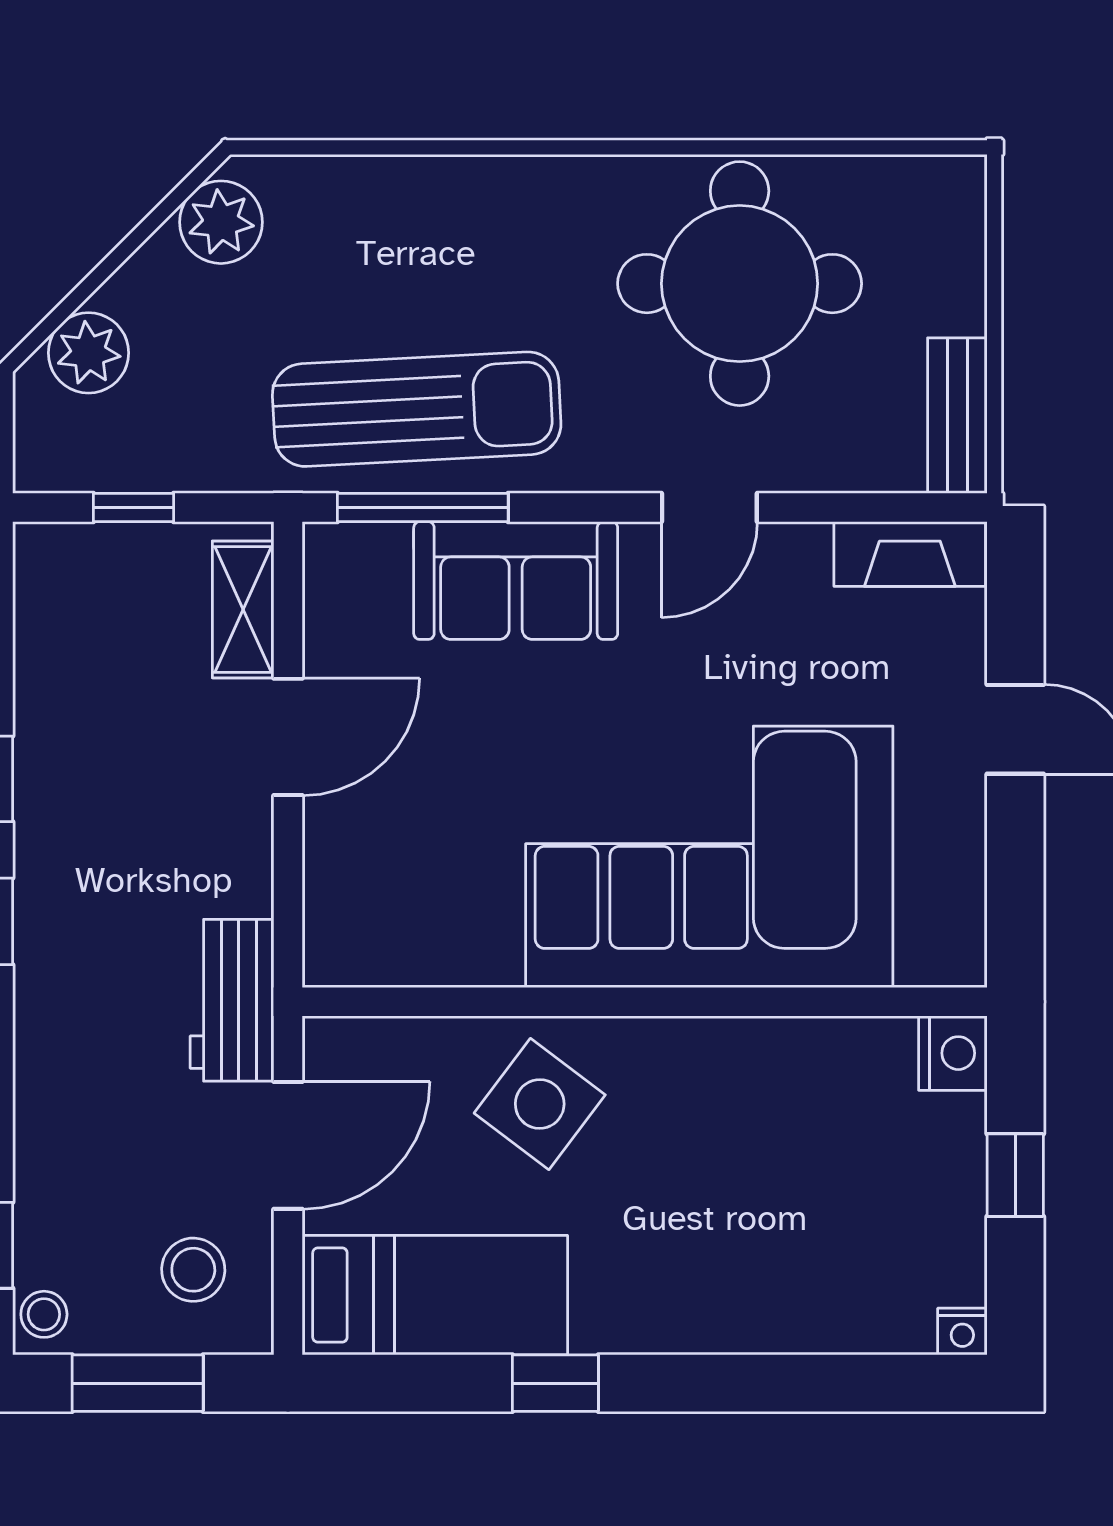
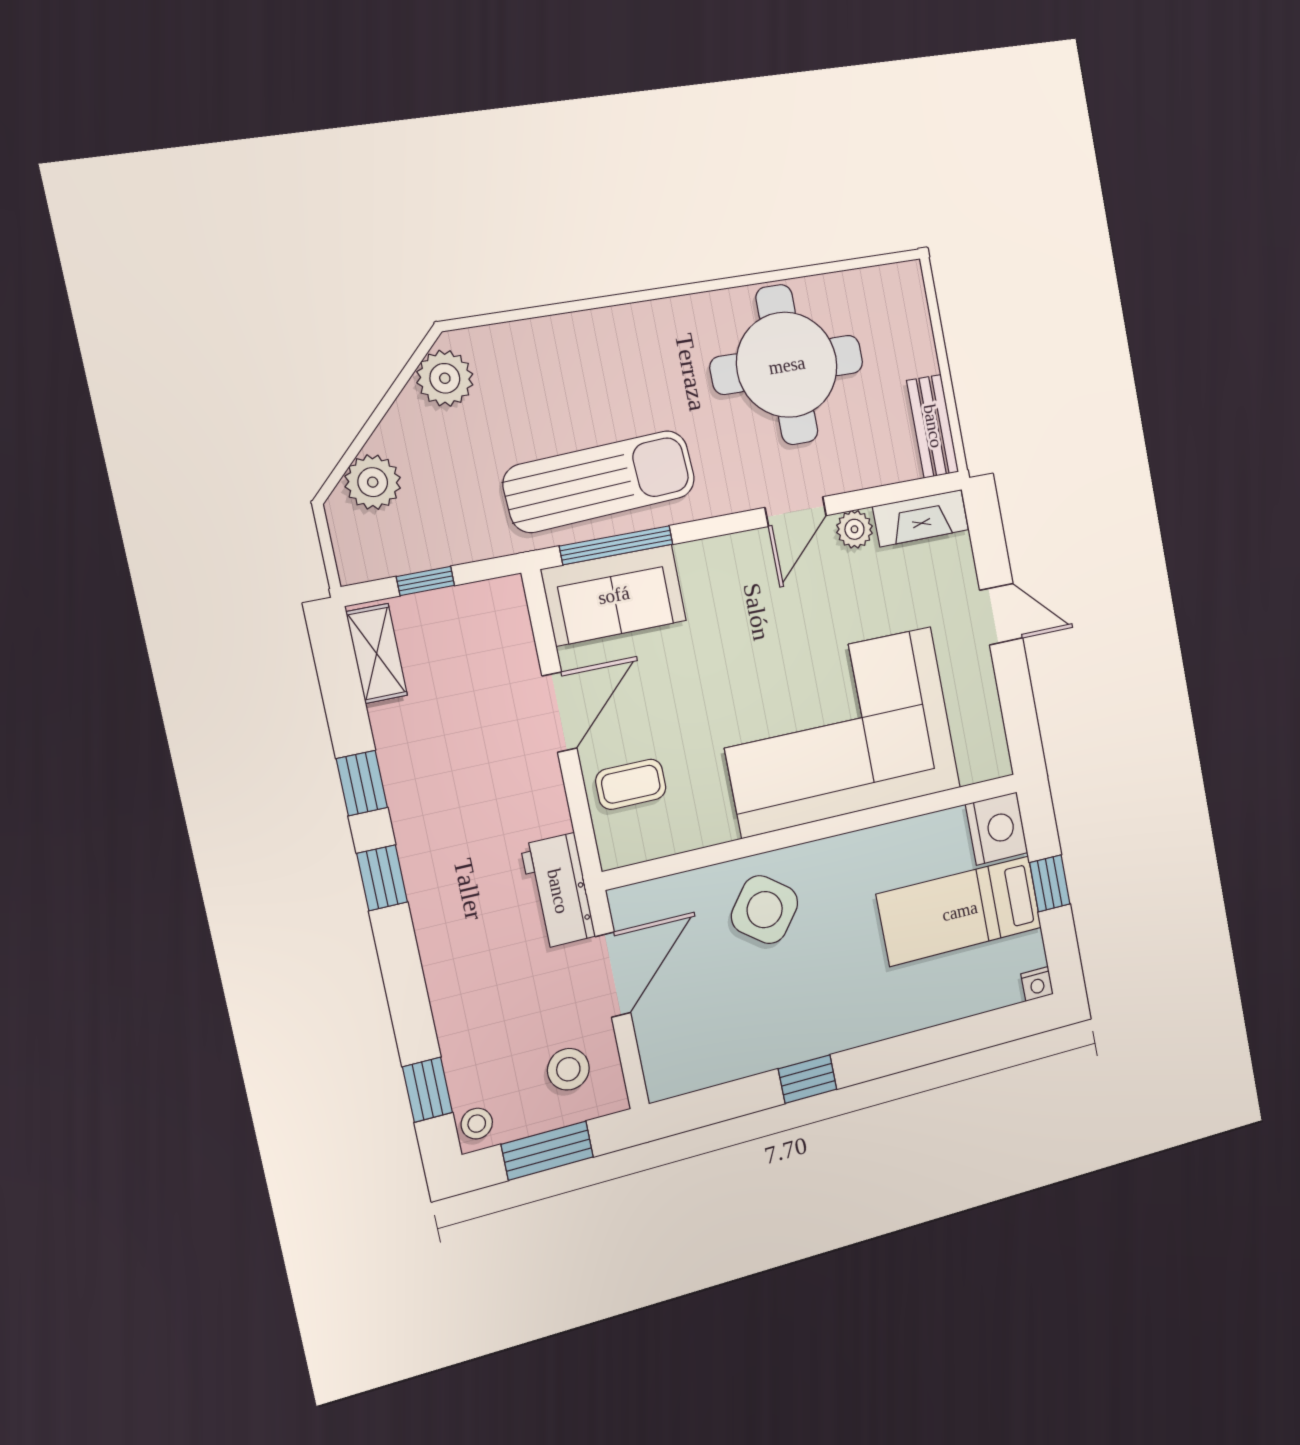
plant: (798, 552) -> (854, 529), added
sofa: (516, 581) -> (614, 595), moved
shelving: (243, 609) -> (377, 654), moved
coffee table: (372, 867) -> (631, 784), added
nightstand: (953, 1053) -> (997, 829), width x1.36, depth x1.33
bed: (435, 1295) -> (960, 911), moved, turned 180

